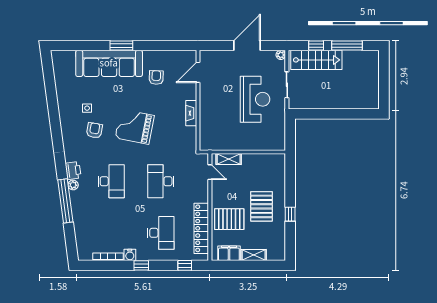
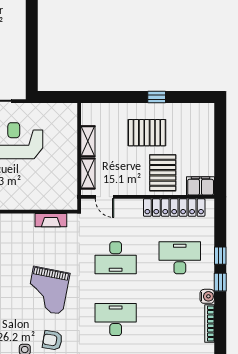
fireplace: (191, 113) -> (51, 220), moved
door: (210, 172) -> (104, 197), swing flipped
filing cabinet: (229, 253) -> (201, 186), moved, turned 90
shelving: (254, 255) -> (88, 141), moved
window: (185, 265) -> (220, 256), moved

